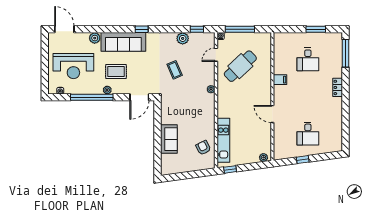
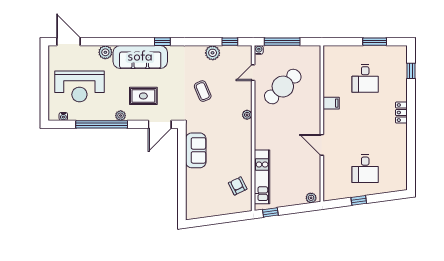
window: (345, 53) -> (411, 71), width x0.46
rug: (116, 72) -> (143, 96), moved
sofa: (169, 139) -> (196, 150), moved

